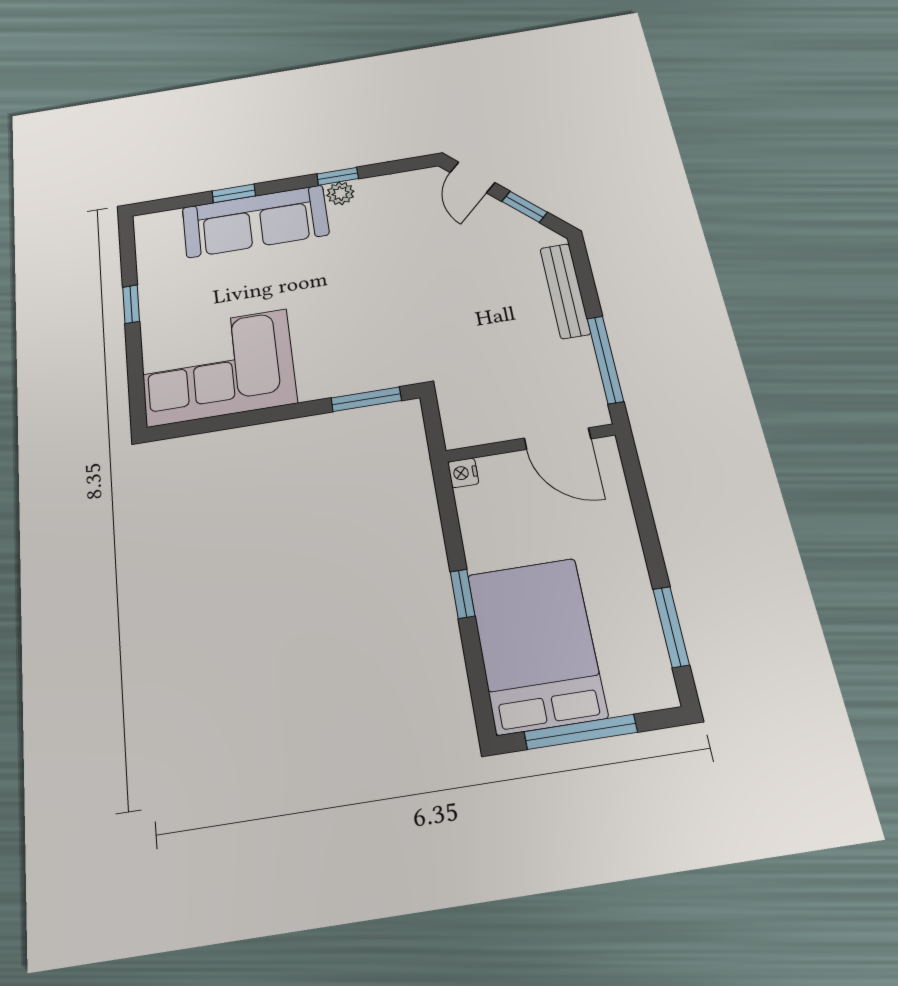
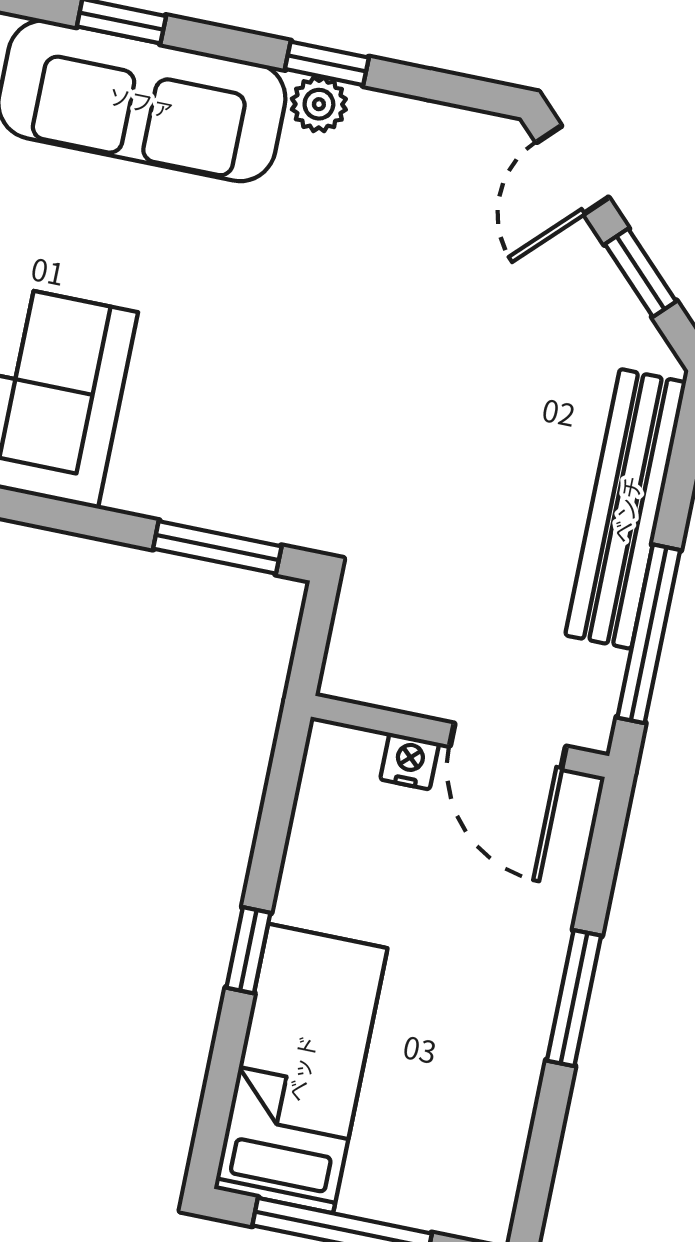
bench: (565, 291) -> (626, 509), width x1.37, depth x1.21
nightstand: (463, 473) -> (410, 761), moved, turned 90
window: (671, 627) -> (574, 998), moved
bed: (536, 645) -> (301, 1068), width x0.67

